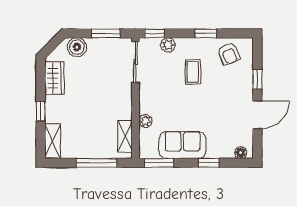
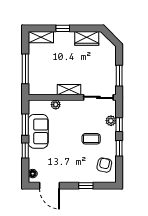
window: (154, 33) -> (119, 125), moved
boiler: (77, 47) -> (109, 55), removed
armchair: (229, 54) -> (104, 165), turned 124
door: (257, 115) -> (49, 186), moved
shelving: (125, 136) -> (69, 90), moved
window: (159, 163) -> (25, 125), moved

